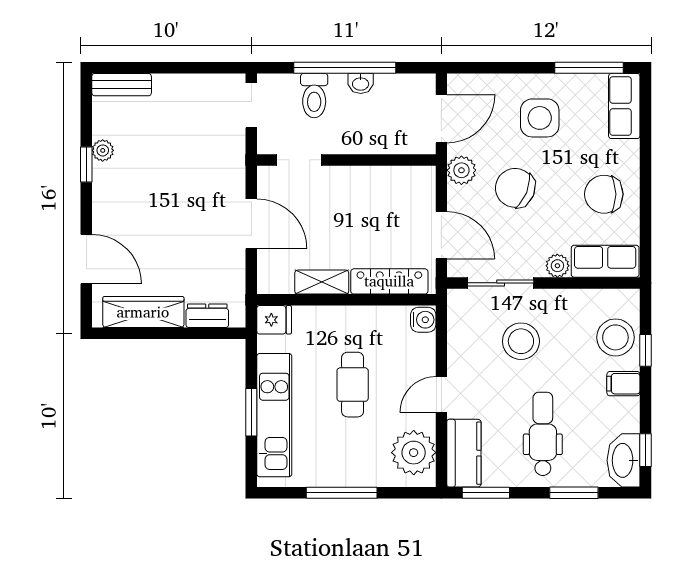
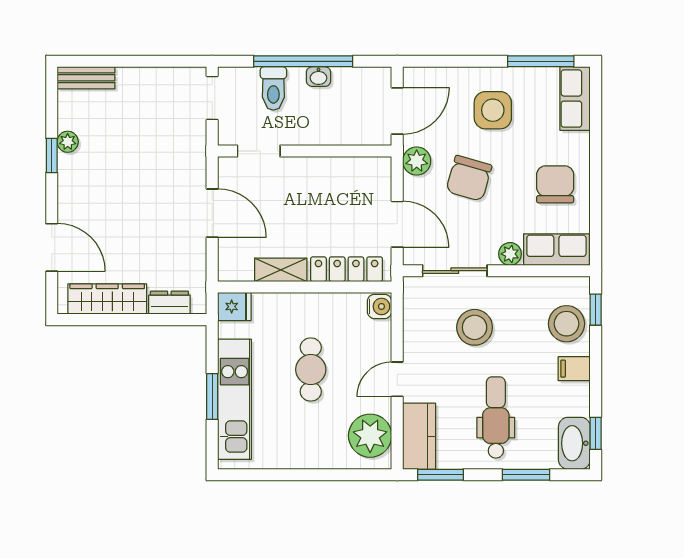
chair: (515, 188) -> (469, 178), turned -96
chair: (604, 194) -> (555, 184), turned 90
window: (645, 350) -> (596, 310), moved
window: (342, 493) -> (300, 475), removed

